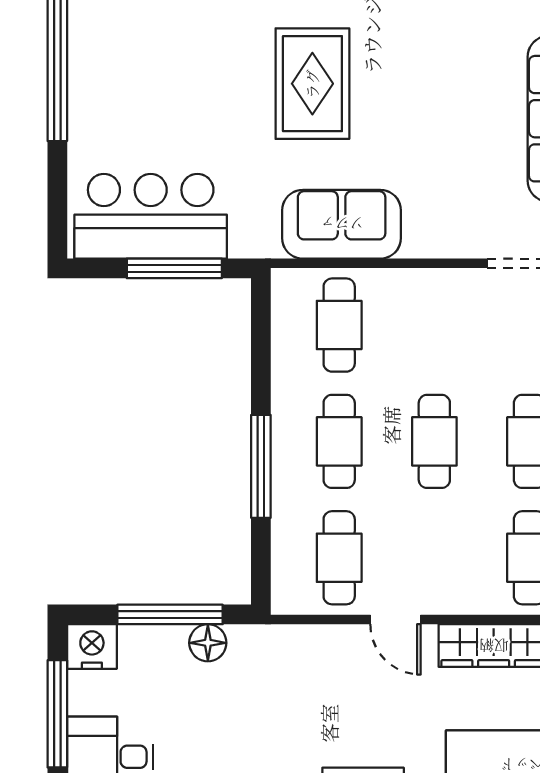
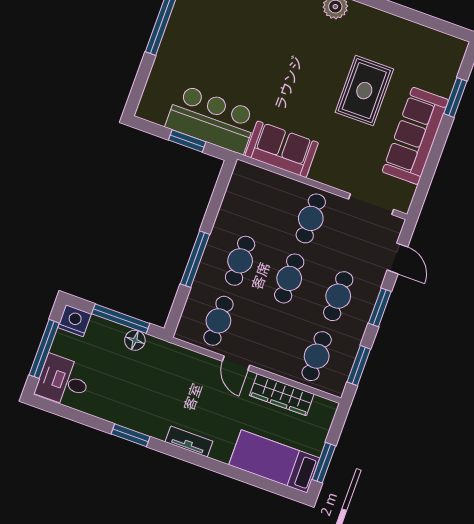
rug: (312, 84) -> (364, 91), moved
bar counter: (151, 216) -> (212, 119), moved
window: (174, 268) -> (187, 141), width x0.69
cafe table: (339, 325) -> (311, 218), moved

